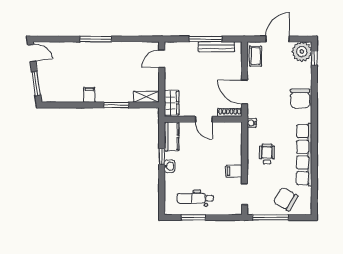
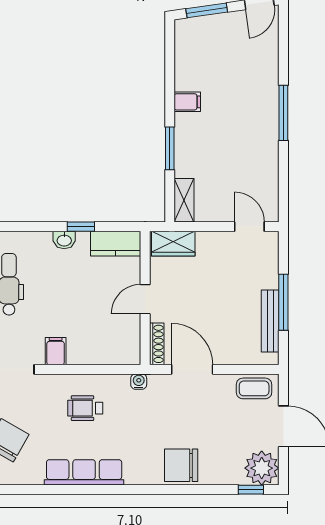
door: (244, 92) -> (192, 369), hinge flipped
wheelchair: (267, 154) -> (85, 408), turned 180
row of seats: (304, 155) -> (84, 472), width x0.73

